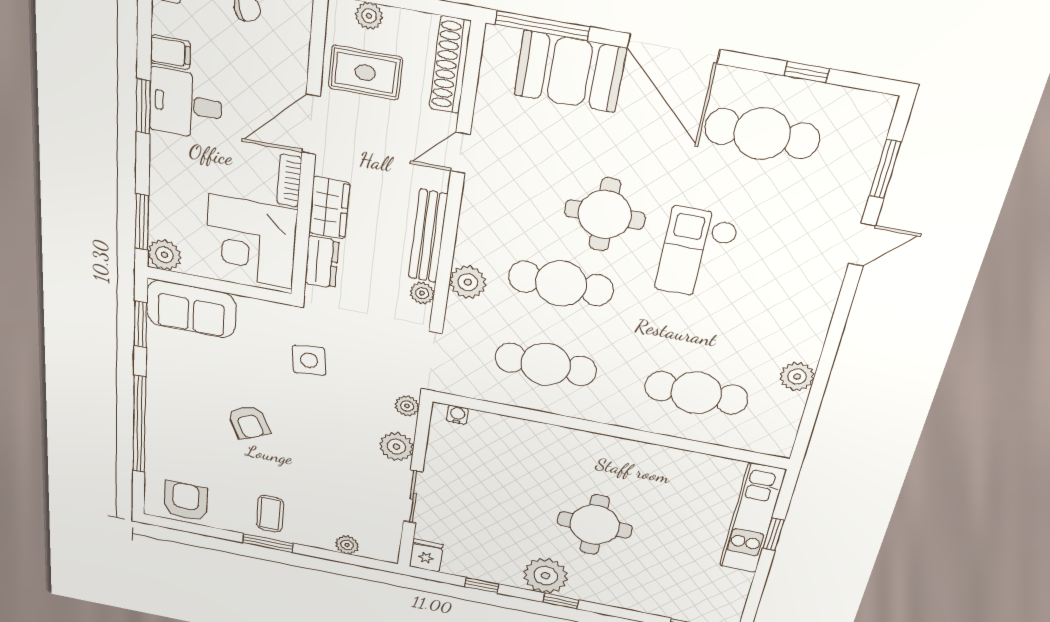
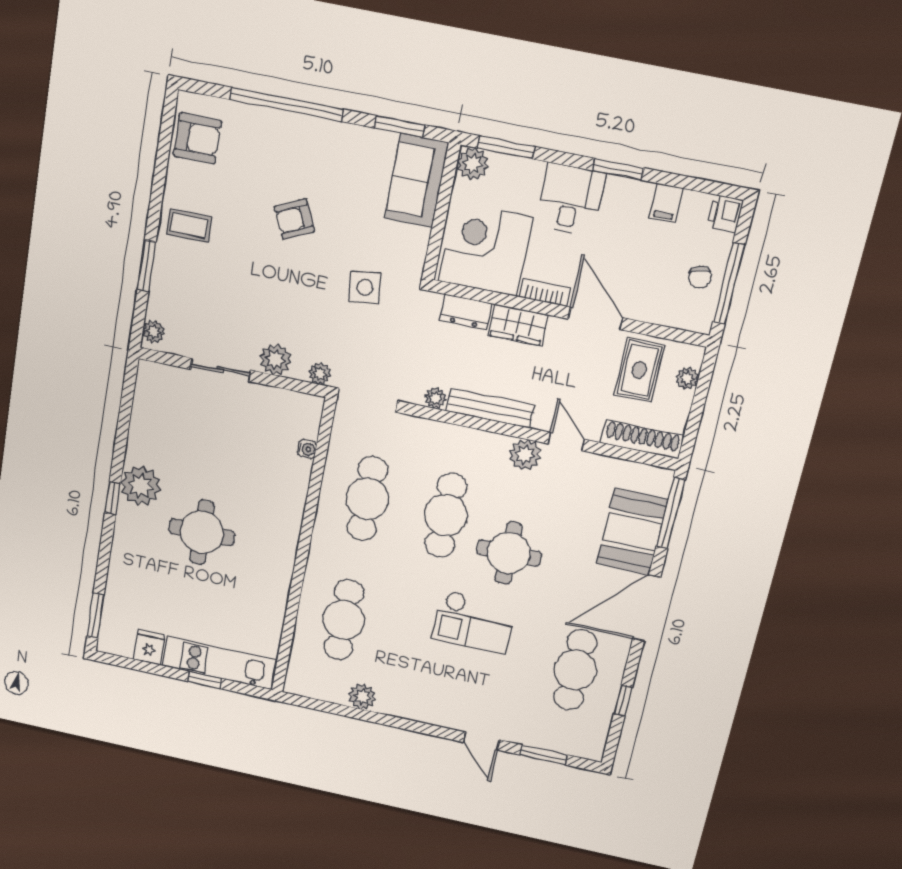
desk: (186, 104) -> (570, 199), moved
checkout: (697, 253) -> (474, 622), turned 180
plant: (468, 282) -> (525, 455), moved
water cooler: (457, 415) -> (307, 449), moved
window: (268, 543) -> (147, 266), moved
plant: (347, 545) -> (154, 332), moved
fridge: (426, 555) -> (149, 647), moved, turned -90
window: (482, 585) -> (123, 426), removed

